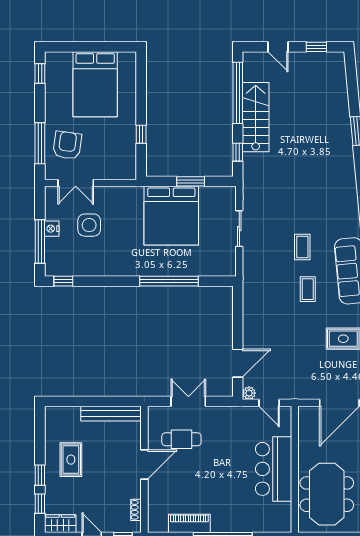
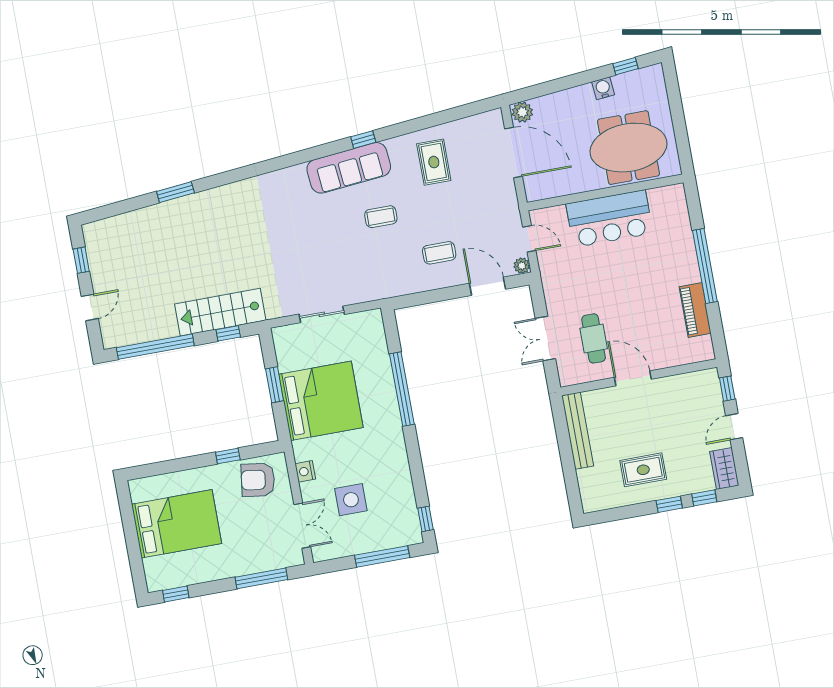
stairs: (256, 117) -> (220, 312), moved
armchair: (67, 145) -> (258, 480), moved
nightstand: (52, 229) -> (305, 471), moved, turned 90
coffee table: (302, 247) -> (439, 253), moved
door: (269, 403) -> (529, 239), hinge flipped
shoe rack: (136, 510) -> (690, 378), removed

